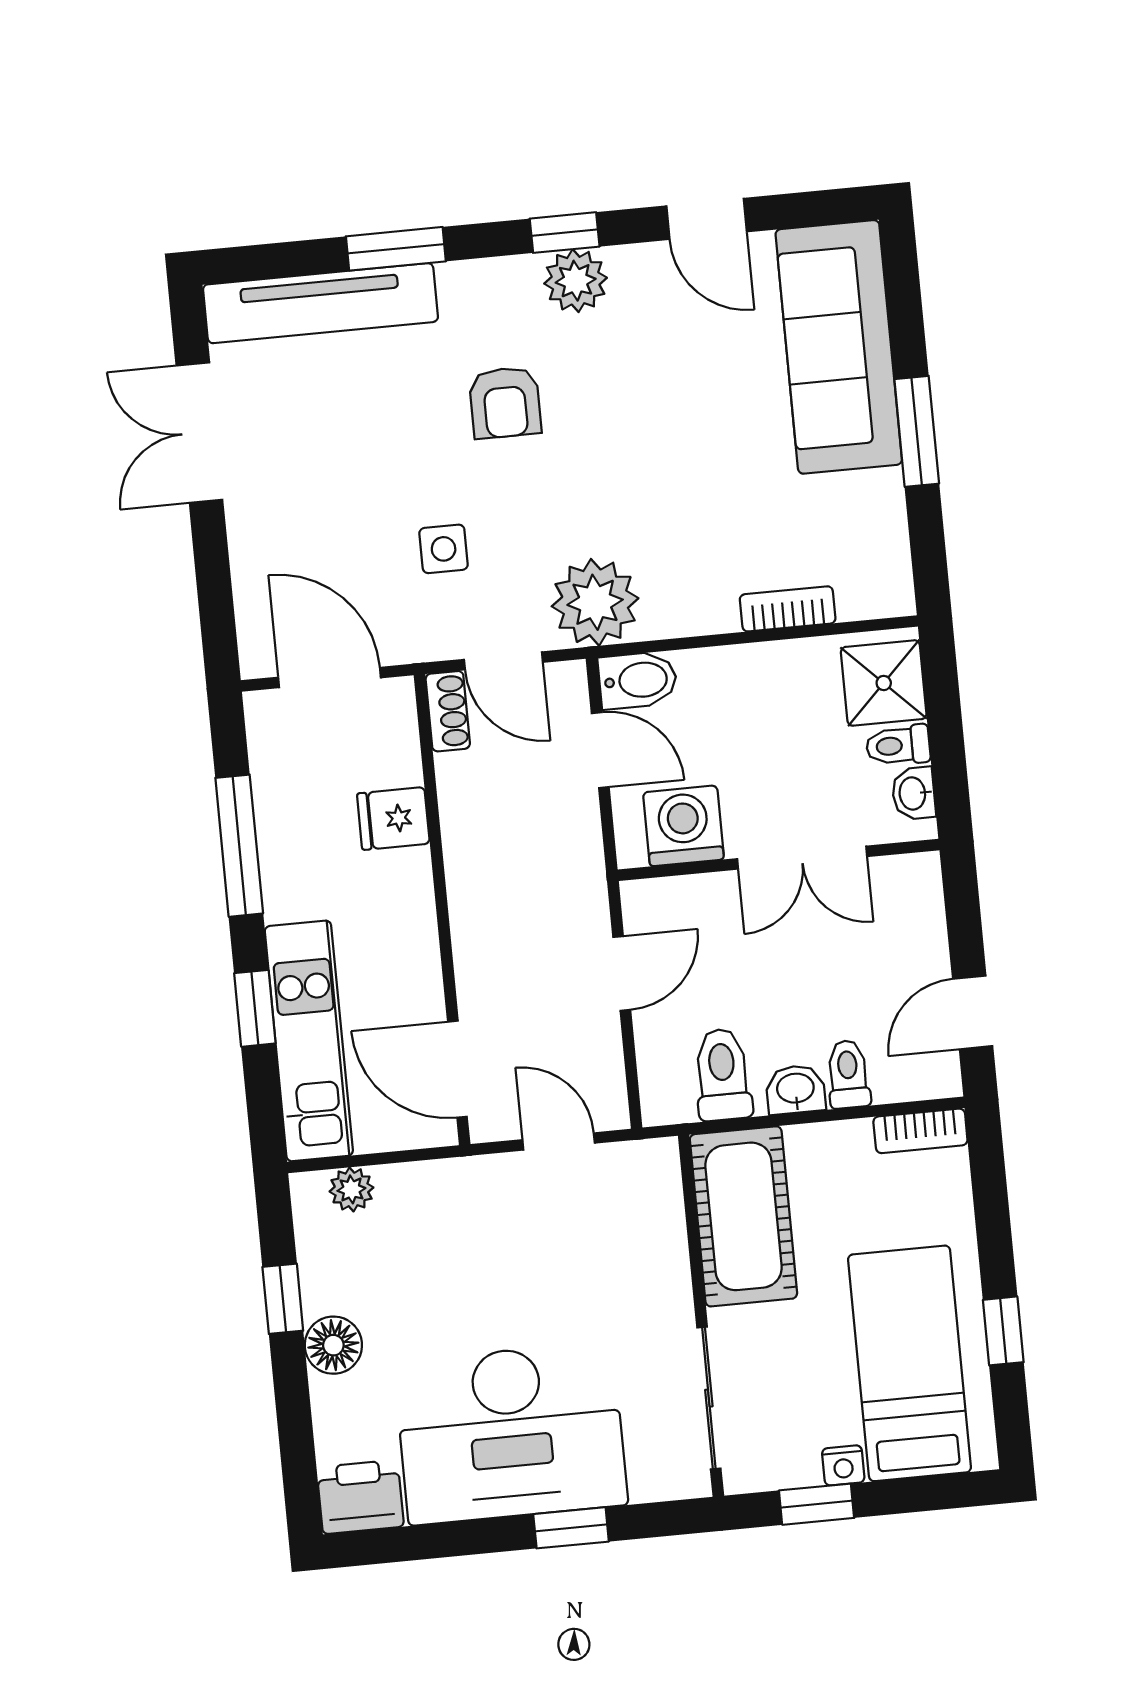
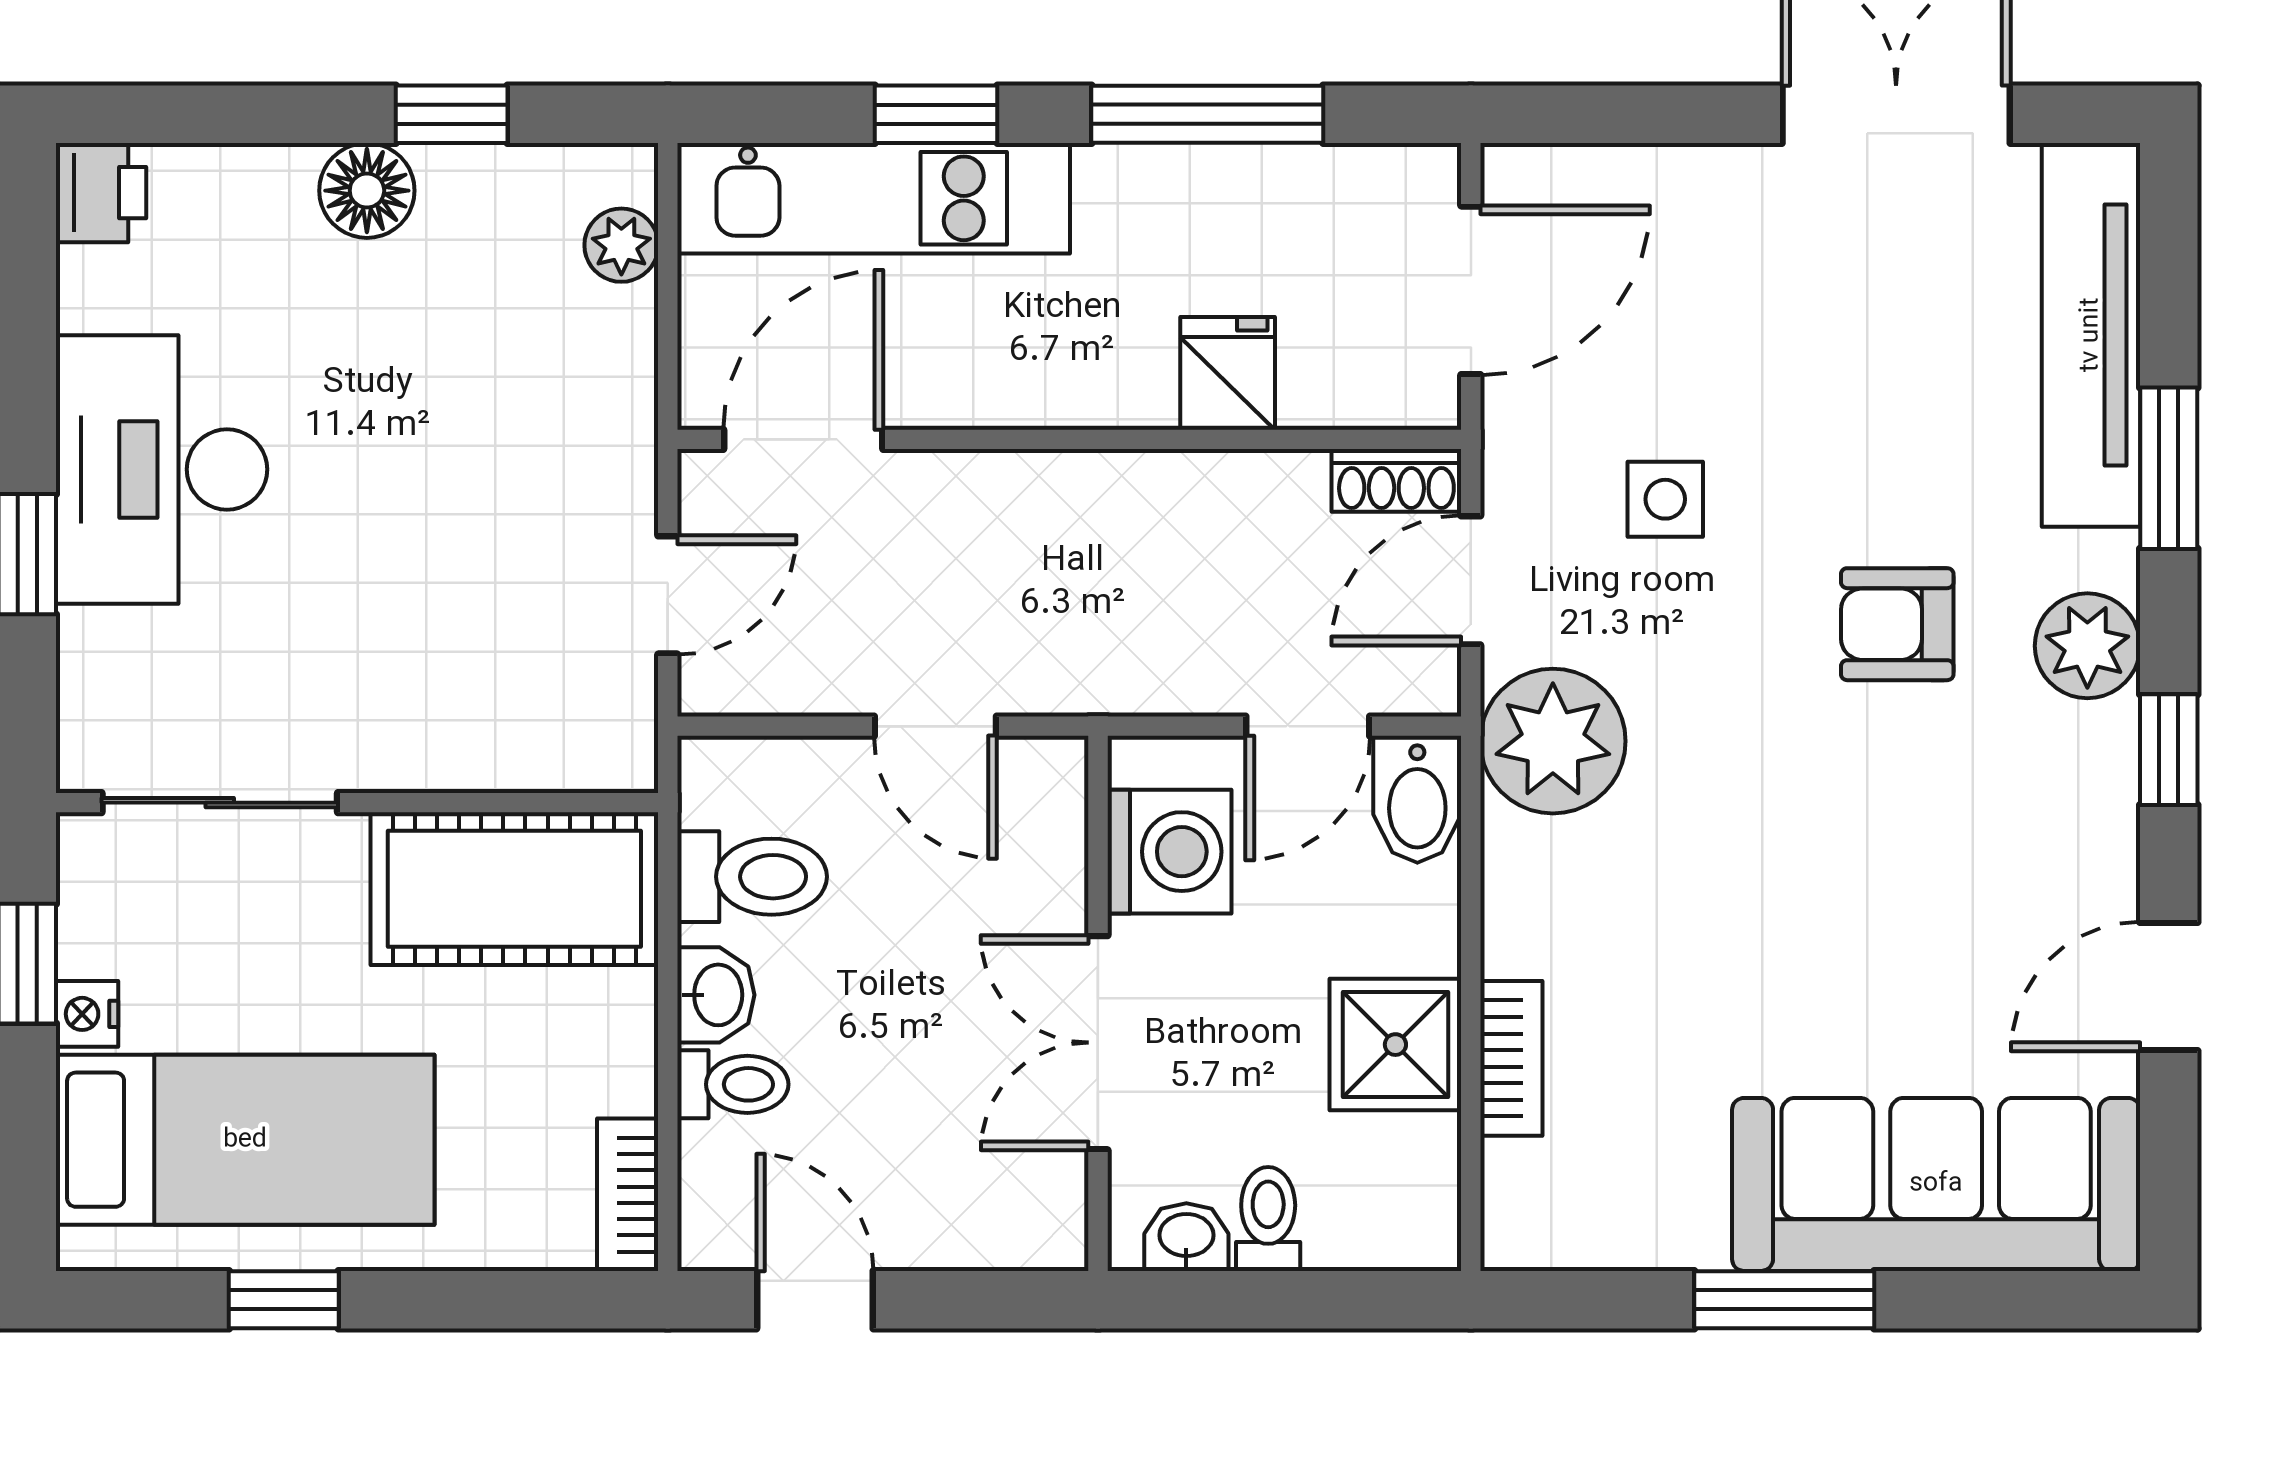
plant: (576, 281) -> (2087, 646), moved
shower: (884, 683) -> (1395, 1045), moved
desk: (511, 1433) -> (161, 469), width x0.73, depth x0.77
printer: (360, 1497) -> (101, 193), width x0.73, depth x0.81

